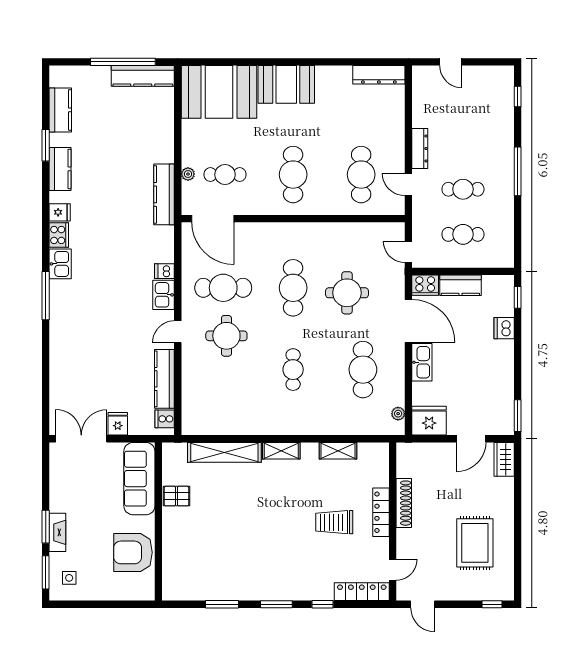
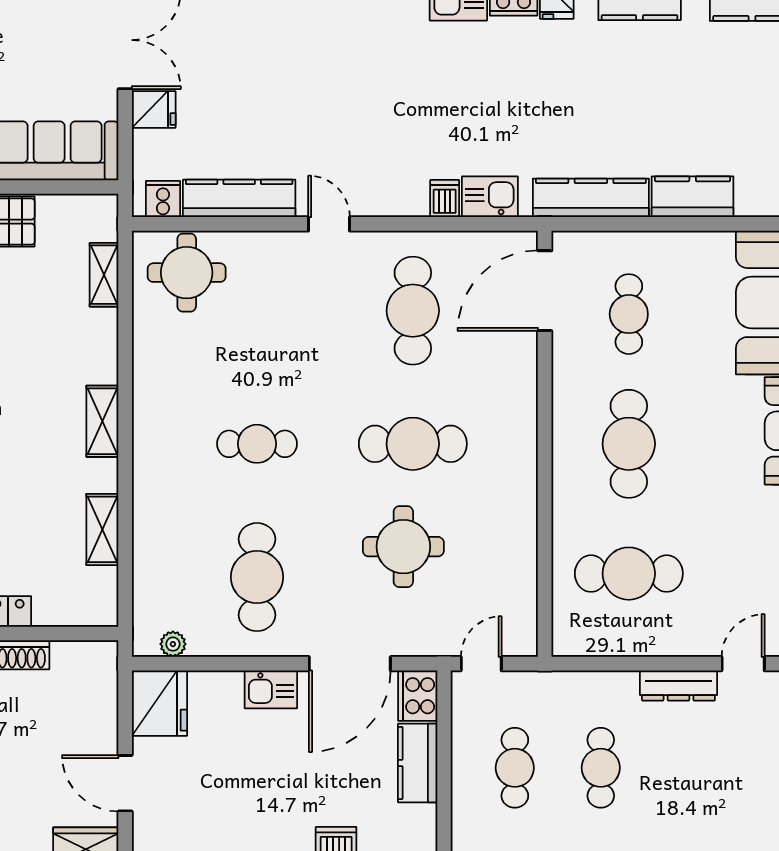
kitchen counter: (163, 141) -> (693, 197), added
plant: (188, 174) -> (630, 243), removed
cafe table: (293, 175) -> (629, 444), turned 90
door: (408, 185) -> (743, 664), moved
kitchen sink: (164, 295) -> (490, 197), moved
round table: (226, 336) -> (187, 273), moved
kitchen sink: (422, 362) -> (271, 689), width x0.73
cafe table: (363, 370) -> (257, 577), turned 90
shelving: (224, 452) -> (104, 275), width x0.45, depth x0.75

